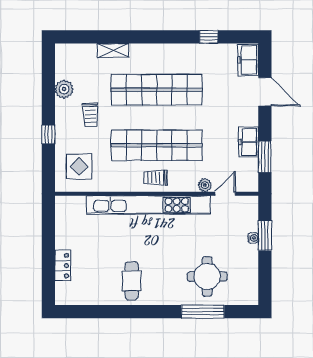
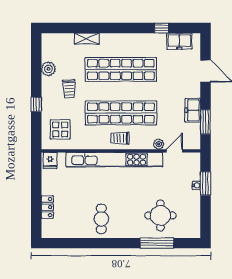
freezer: (248, 60) -> (179, 41), moved, turned -90
fridge: (66, 206) -> (50, 160), added

